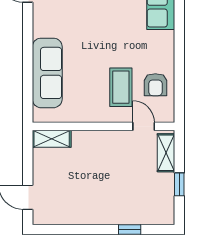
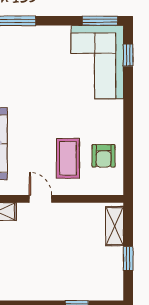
door: (144, 126) -> (40, 199), moved

